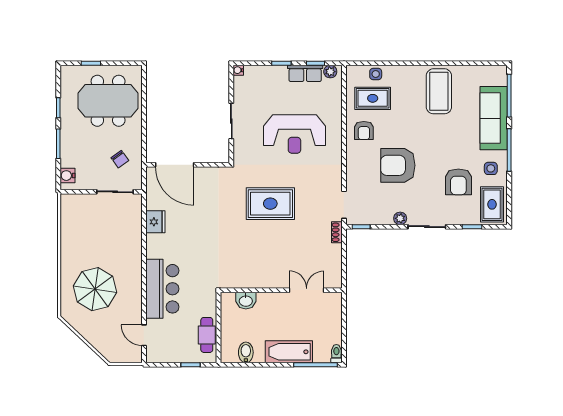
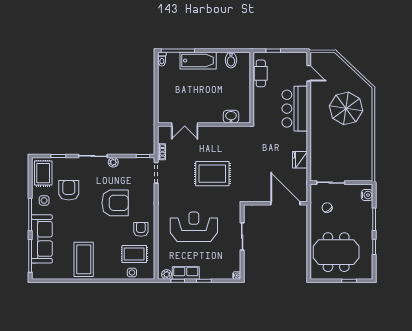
wall: (281, 290) -> (204, 125), moved
double door: (307, 290) -> (185, 125), moved
washbasin: (246, 301) -> (231, 117), moved

